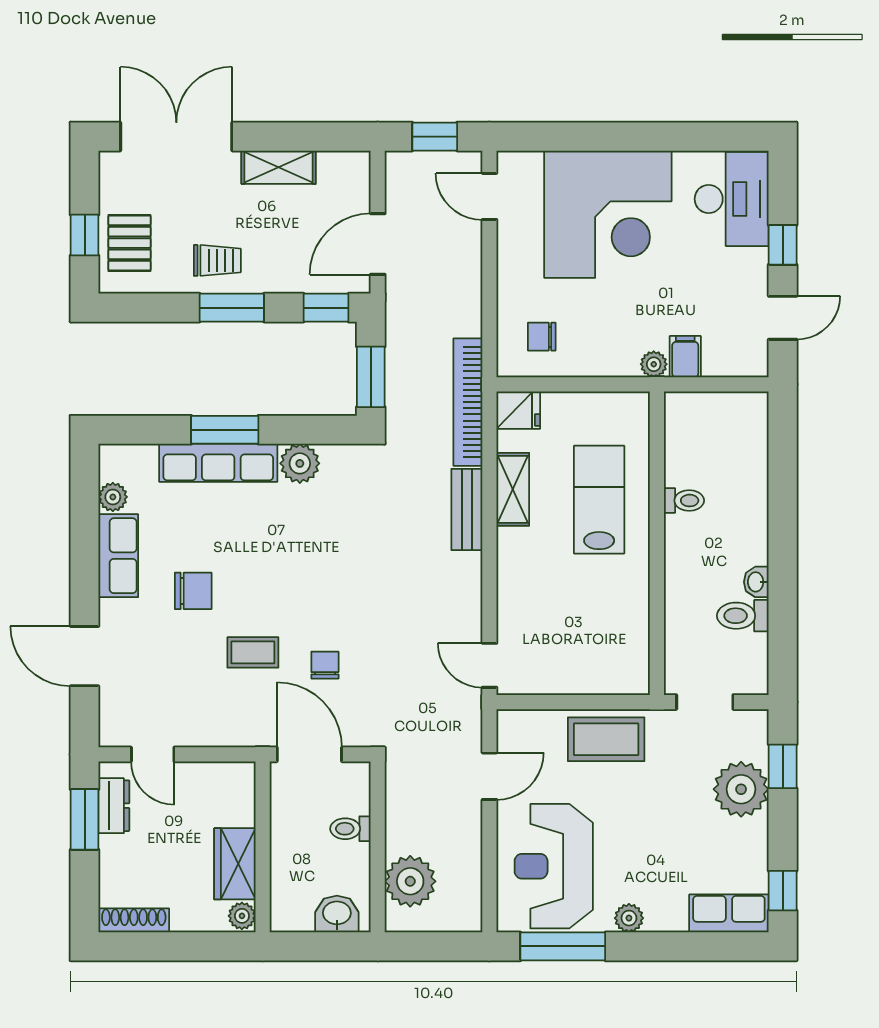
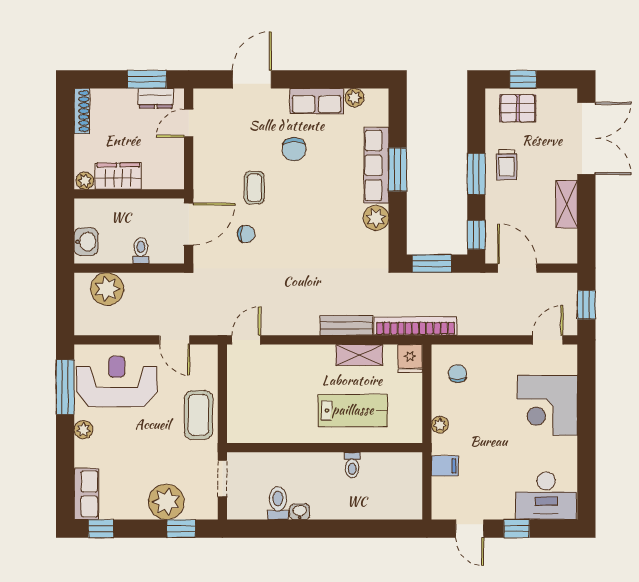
corner desk: (608, 214) -> (547, 405), width x0.74, depth x0.74
plant: (654, 364) -> (440, 425), moved

